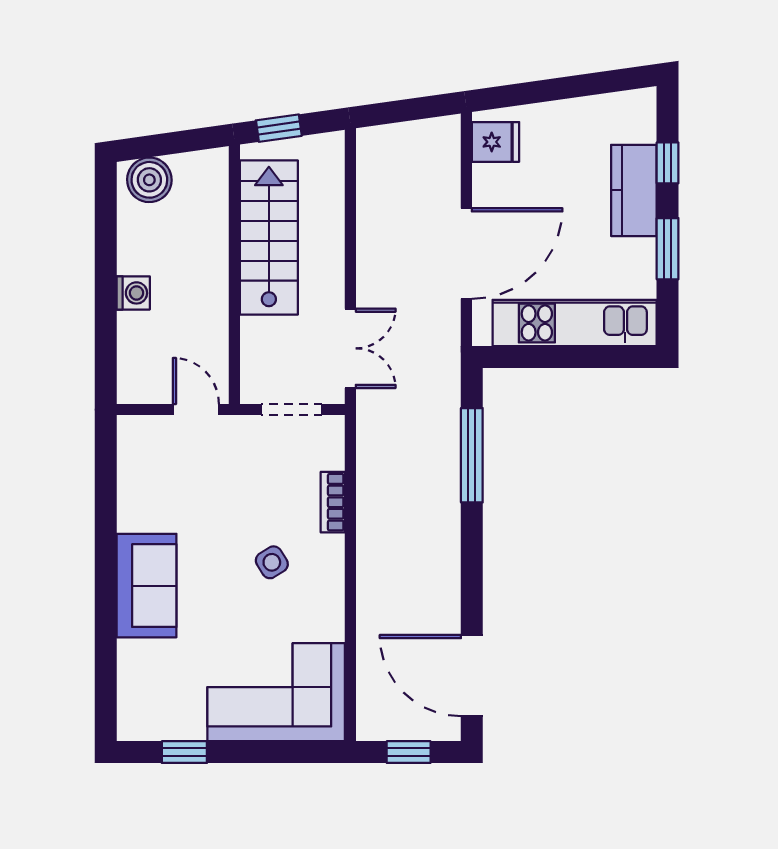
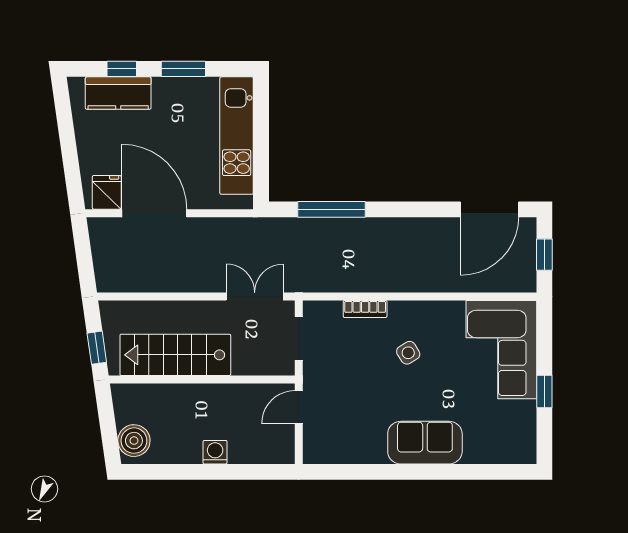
kitchen counter: (634, 190) -> (118, 93), moved
door: (466, 254) -> (154, 213), moved
window: (184, 752) -> (544, 391), moved

